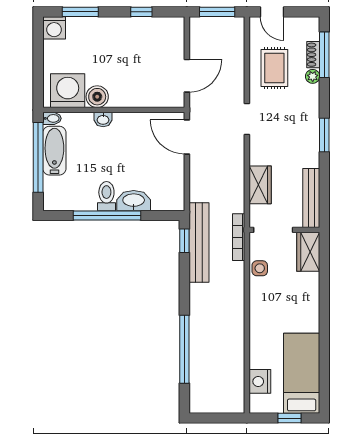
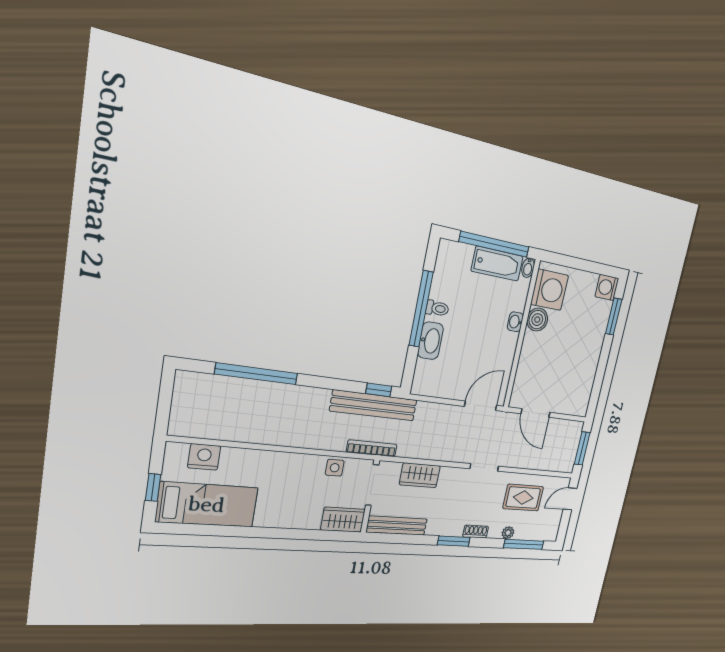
window: (141, 12) -> (599, 376), removed
shoe rack: (313, 55) -> (476, 532), moved
toilet: (106, 196) -> (437, 308), width x0.73, depth x0.72

